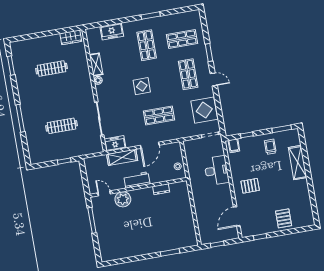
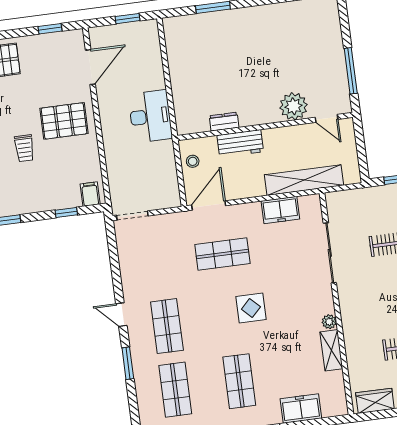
shop shelf: (182, 39) -> (175, 390), turned 90
display table: (204, 110) -> (141, 260), removed
freezer: (115, 144) -> (280, 210), moved
door: (150, 145) -> (209, 205), moved
trolley: (270, 147) -> (24, 148), moved
shelving: (122, 157) -> (304, 180), width x1.47
desk: (216, 171) -> (150, 116), moved, turned 180
workbench: (137, 180) -> (240, 143), moved
pallet: (250, 186) -> (64, 121), width x1.50, depth x1.42

